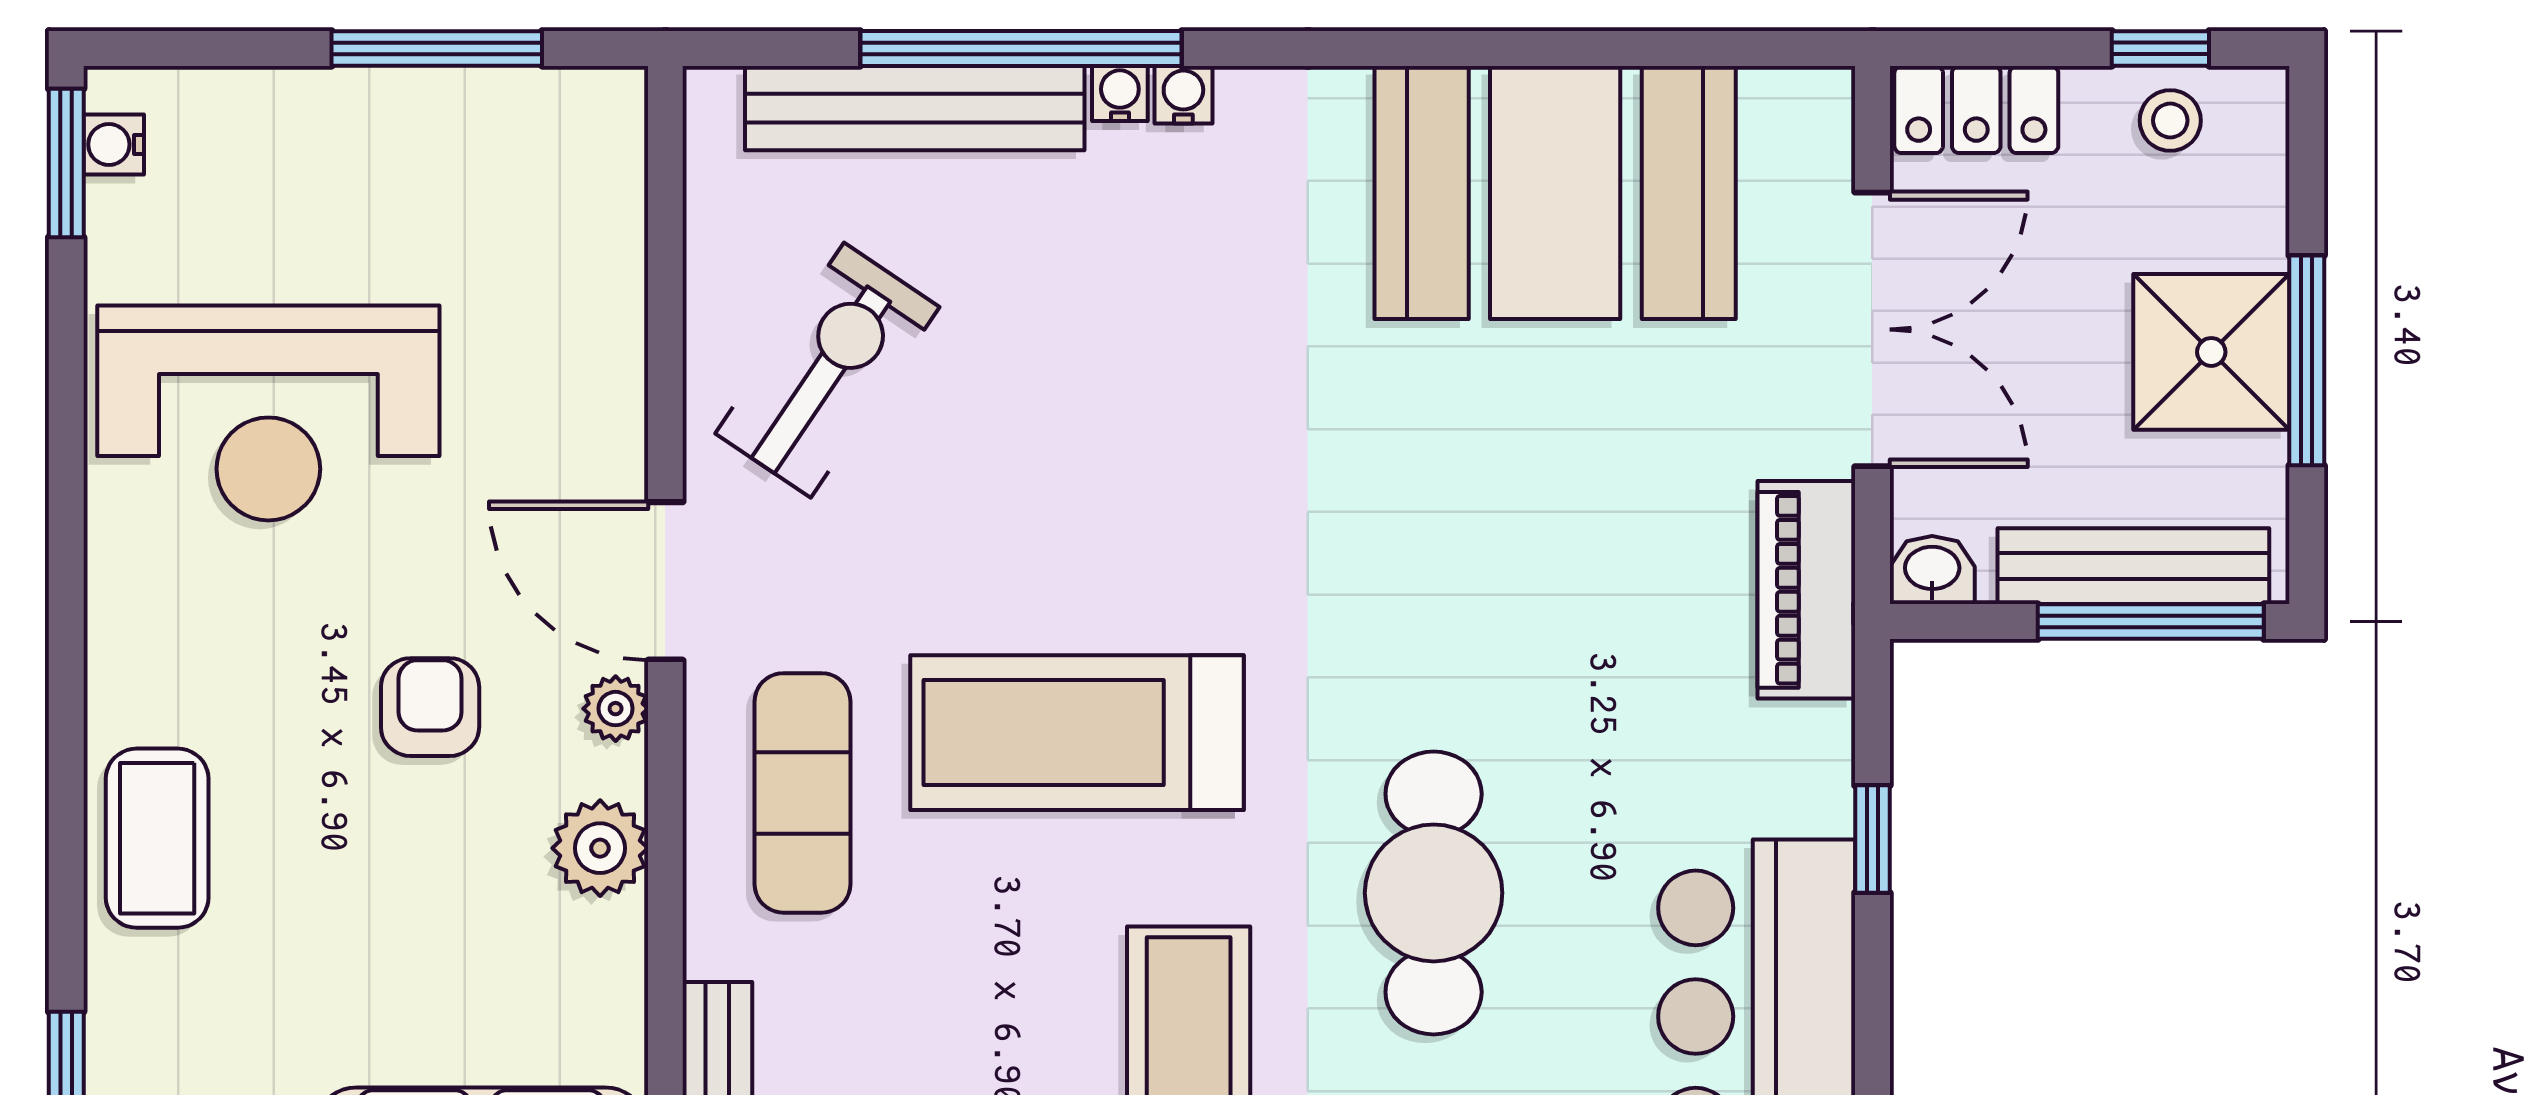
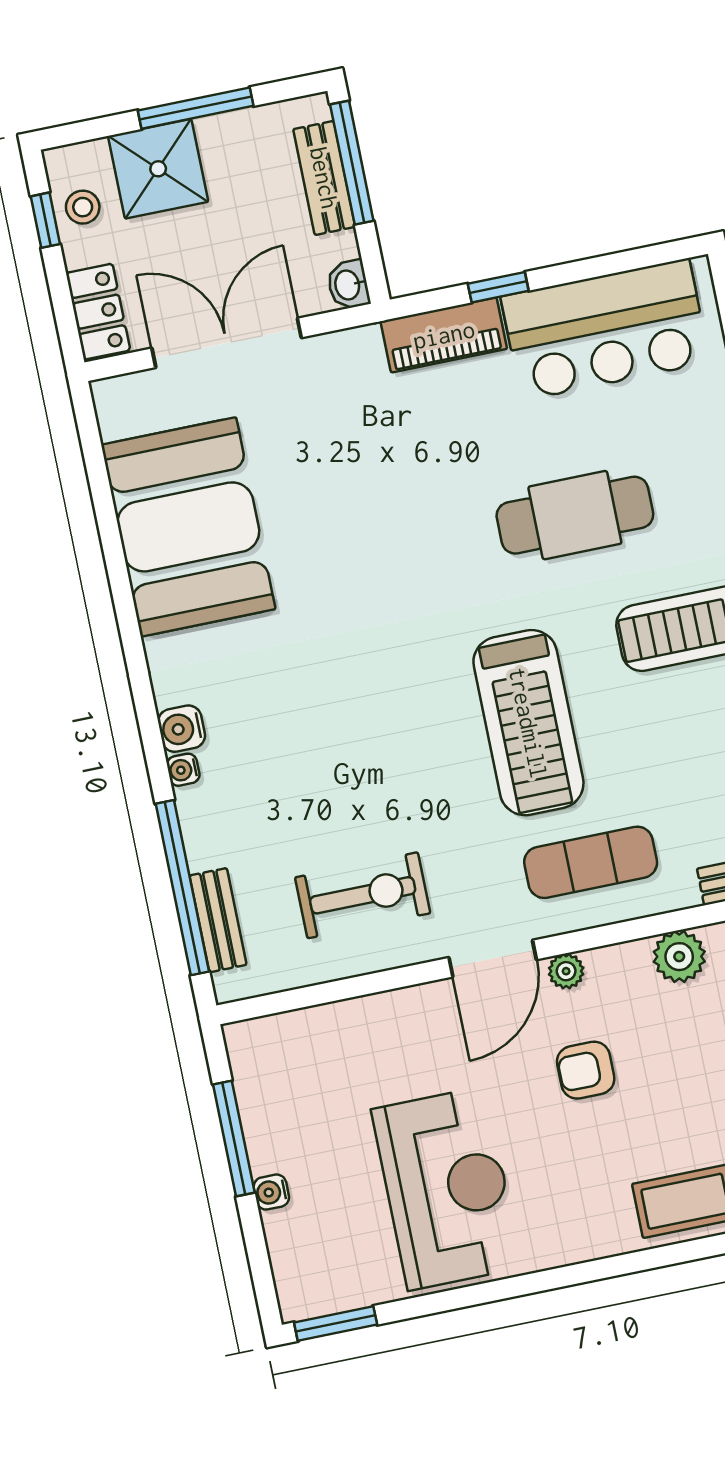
window: (1021, 48) -> (182, 888), moved
water cooler: (1183, 95) -> (182, 729), width x1.38, depth x1.38
bench: (915, 108) -> (218, 920), width x0.54, depth x0.82
water cooler: (114, 144) -> (271, 1192), moved, turned 90
shower: (2211, 352) -> (158, 169), moved
exercise bike: (827, 370) -> (363, 895), turned 146
bench: (2133, 566) -> (324, 178), width x0.73
piano: (1806, 590) -> (444, 335), moved
plant: (600, 848) -> (679, 957), moved

